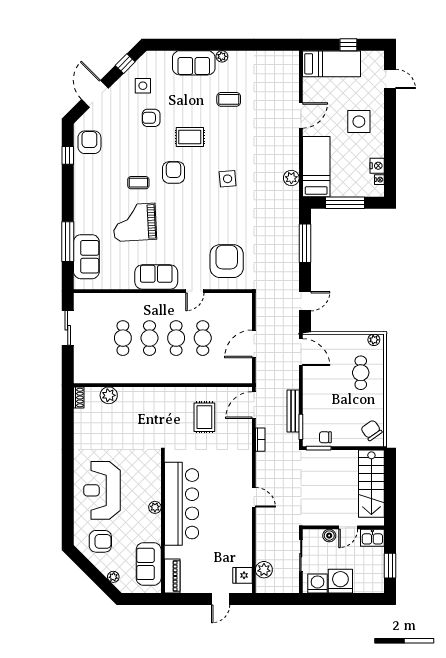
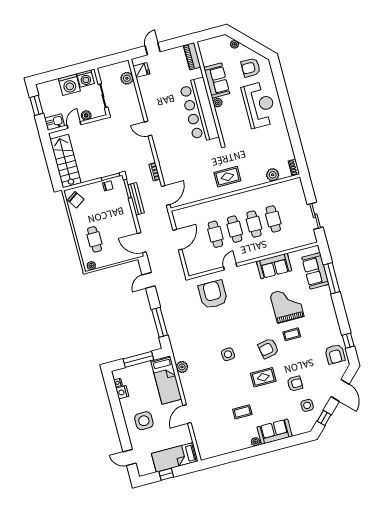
armchair: (173, 172) -> (268, 348), turned 79
grand piano: (135, 222) -> (287, 305), turned -87
armchair: (227, 261) -> (213, 294), turned 180
sofa: (156, 277) -> (274, 266), moved
rug: (204, 417) -> (227, 177), moved, turned 90
sofa: (149, 564) -> (217, 81), moved

